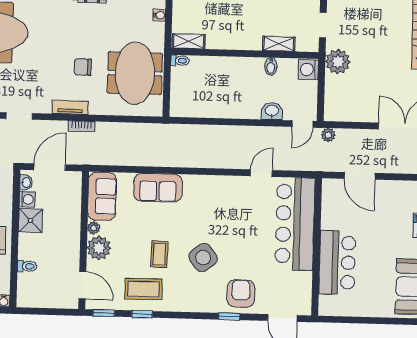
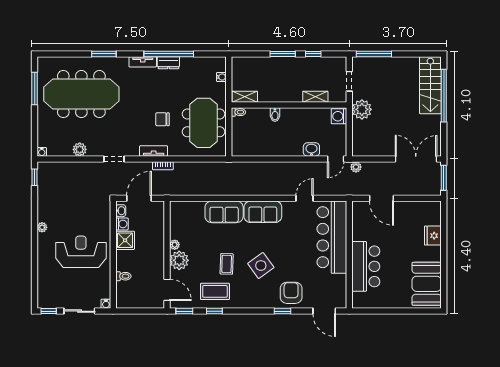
bidet: (271, 66) -> (275, 115), moved
sofa: (102, 196) -> (263, 212), moved, turned 90

